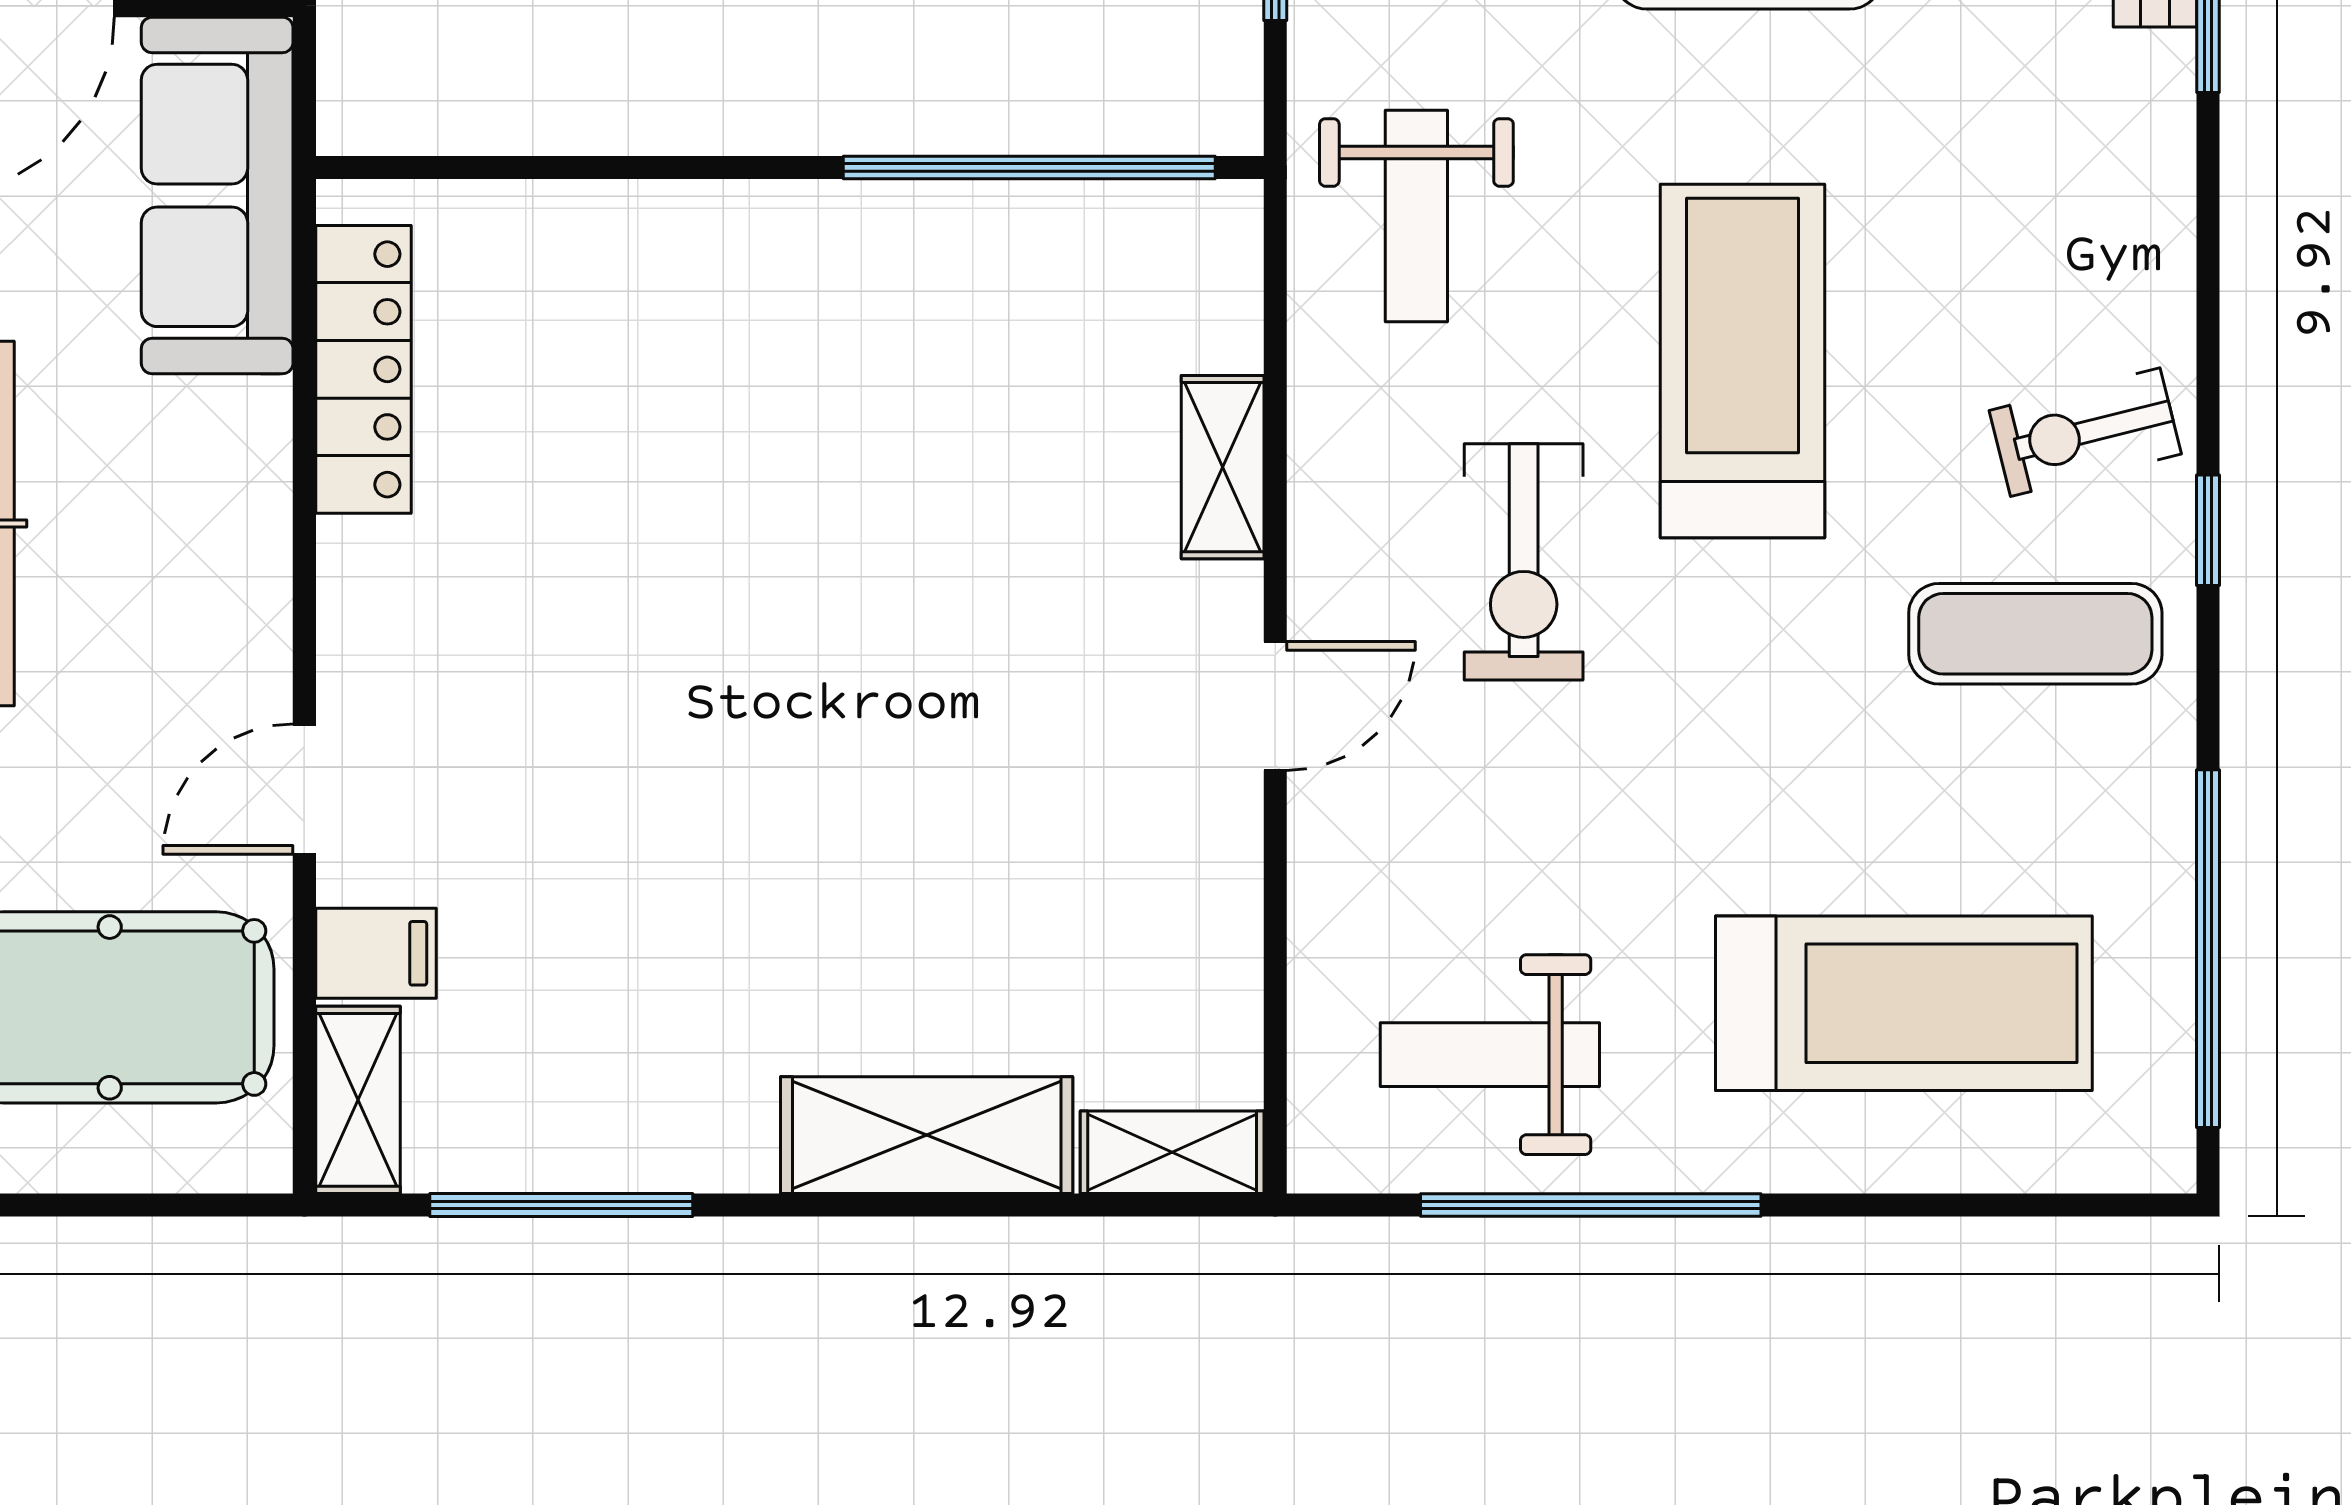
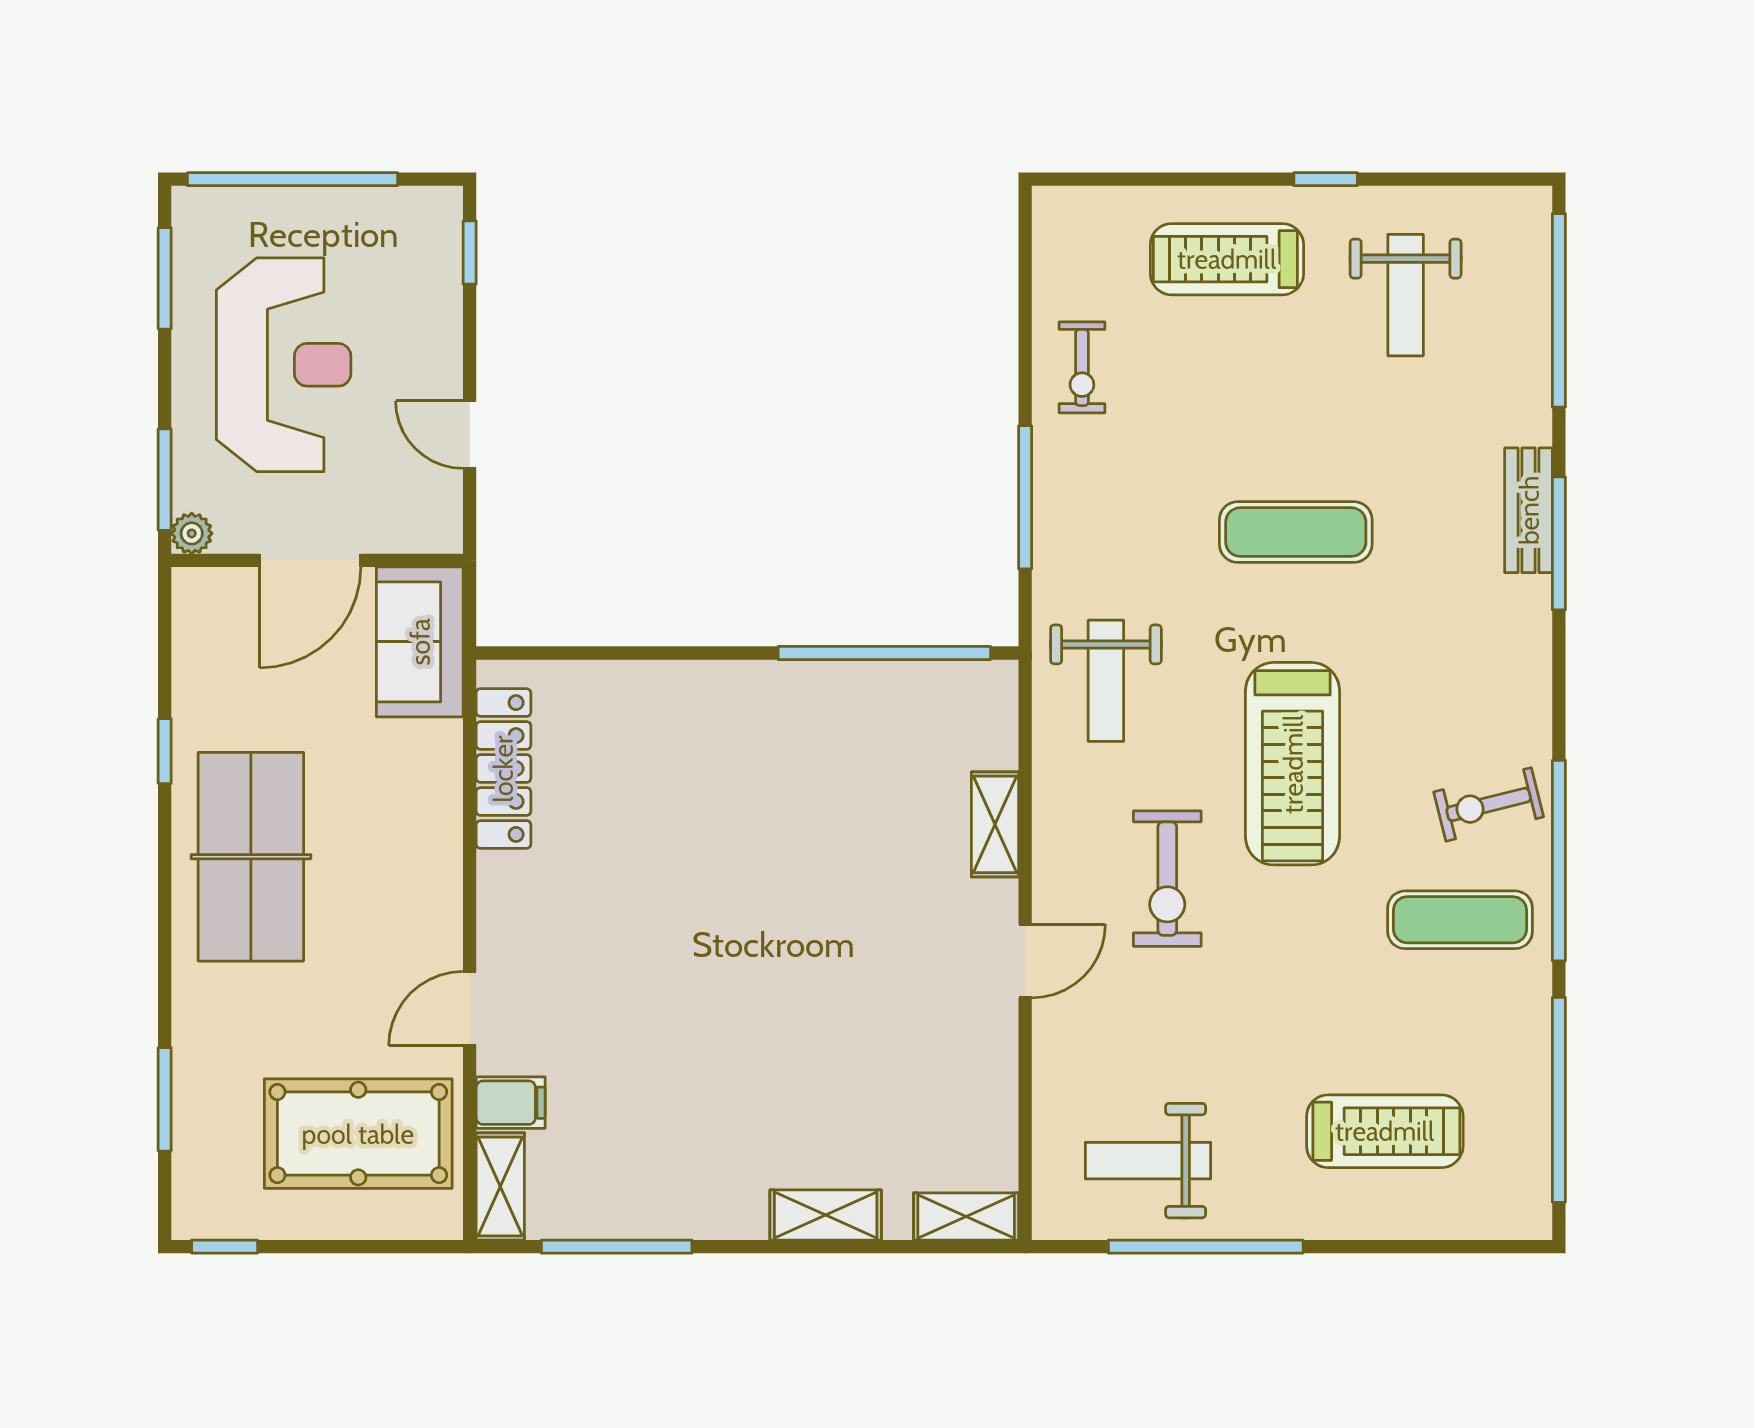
sofa: (217, 195) -> (420, 642), width x0.73
treadmill: (1743, 361) -> (1293, 764), turned 180
window: (2208, 530) -> (1559, 861), width x3.17
treadmill: (1904, 1003) -> (1385, 1131), width x0.73, depth x0.73
shelving: (927, 1135) -> (826, 1215), width x0.67, depth x0.75

